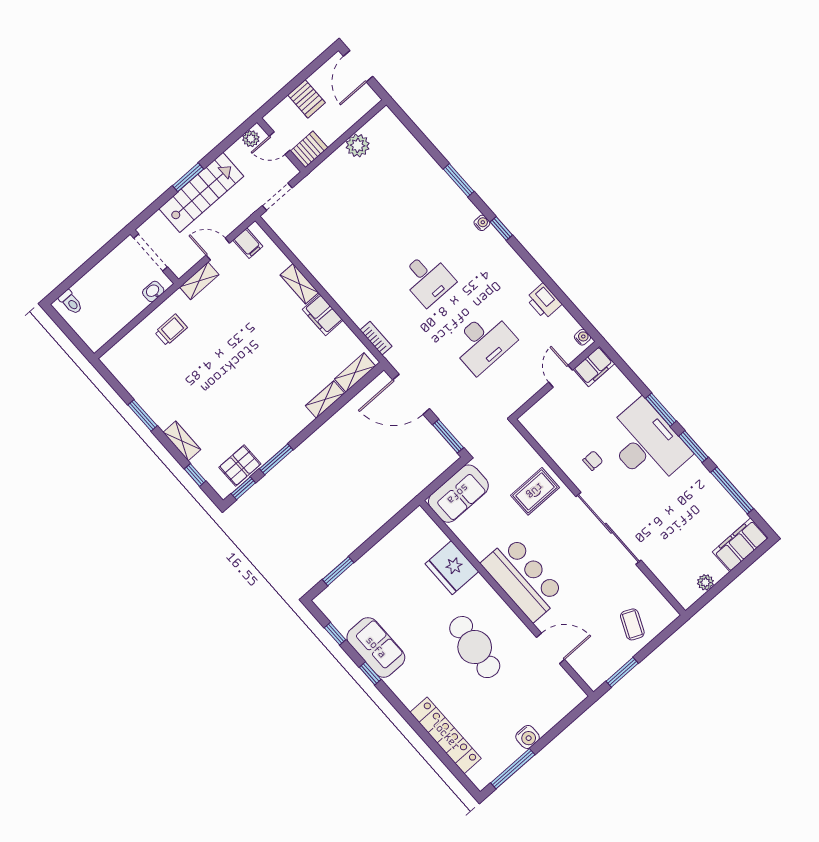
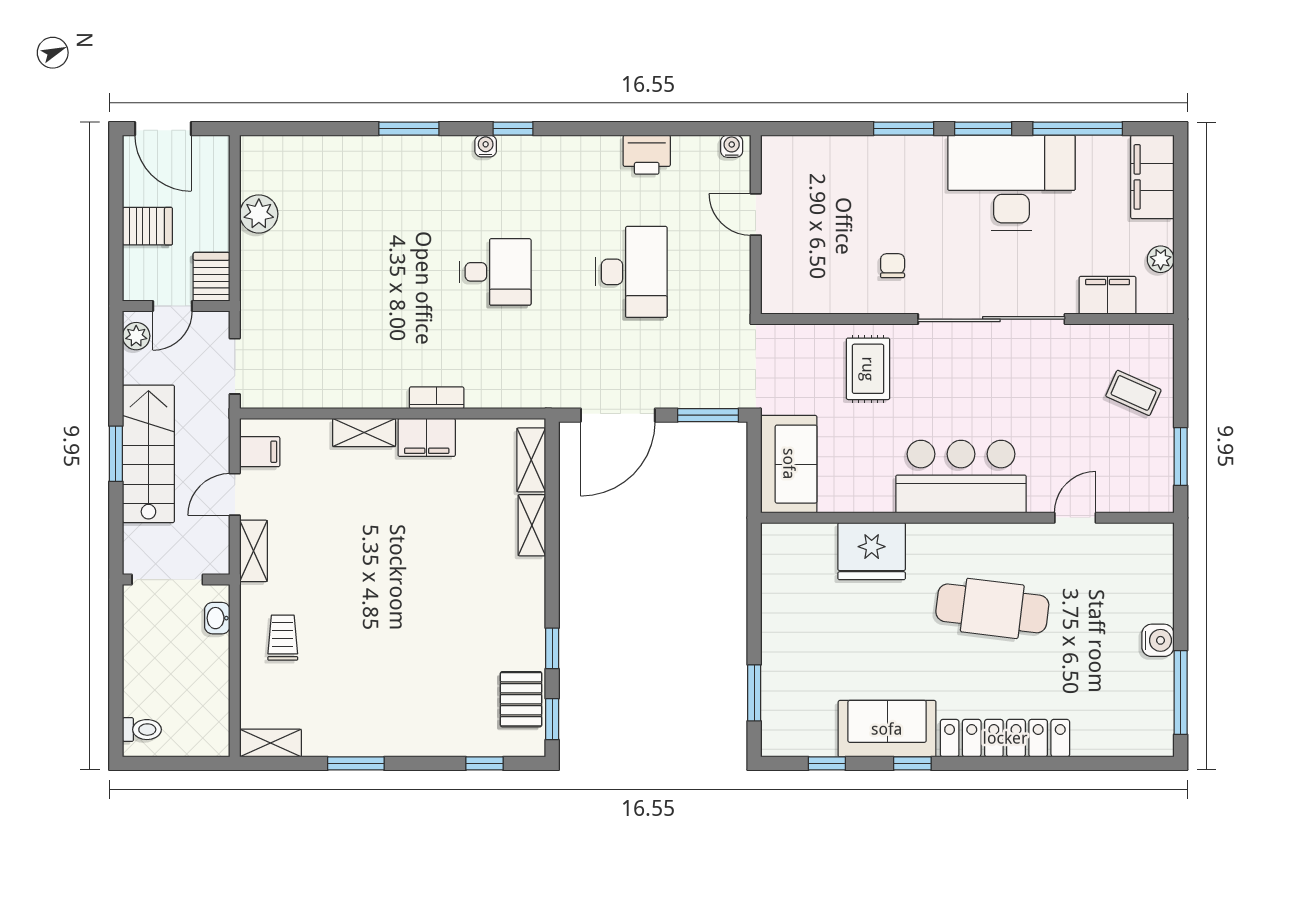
bookcase: (376, 338) -> (437, 398), moved
filing cabinet: (594, 366) -> (1108, 295), moved, turned -90
shelving: (182, 441) -> (271, 743), moved
desk: (646, 444) -> (1011, 183), moved
window: (276, 459) -> (552, 648), width x0.67
door: (551, 648) -> (1075, 518), width x0.73
locker: (446, 735) -> (1005, 738), moved

